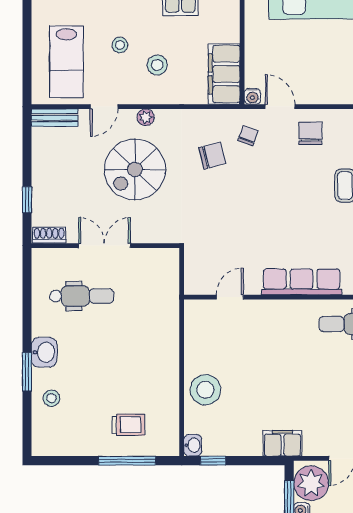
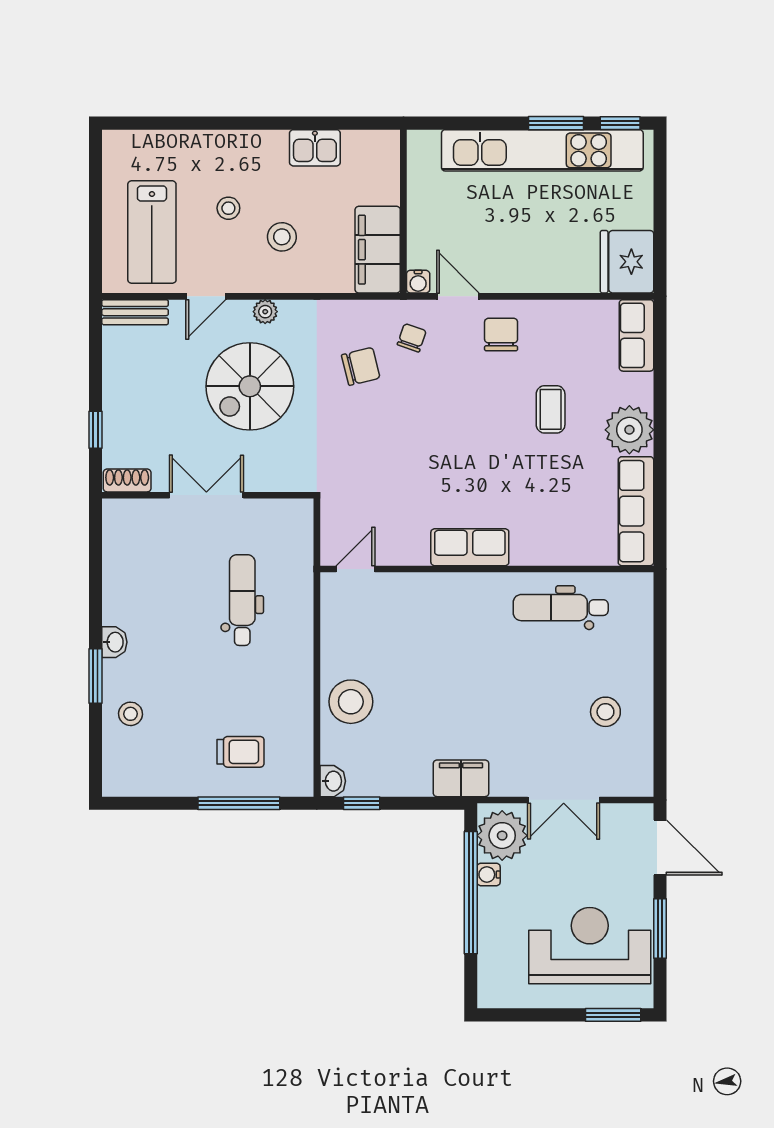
row of seats: (302, 282) -> (470, 547), width x0.68
dental chair: (82, 296) -> (242, 600), moved, turned -90
door: (230, 297) -> (356, 569), moved
washbasin: (44, 352) -> (114, 642), width x0.72, depth x0.69

